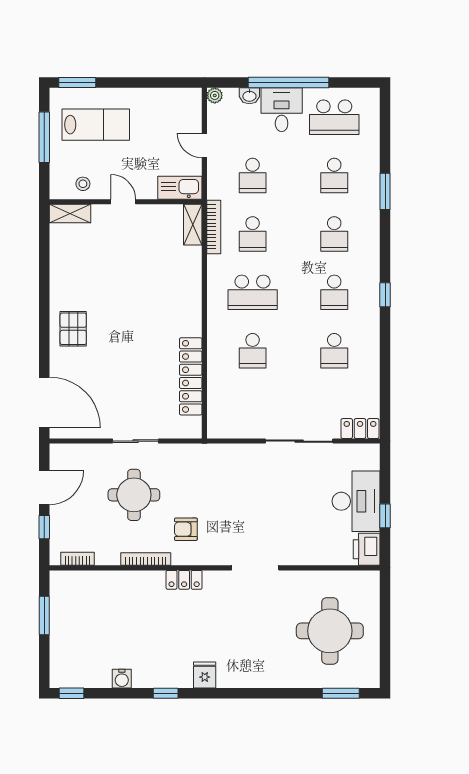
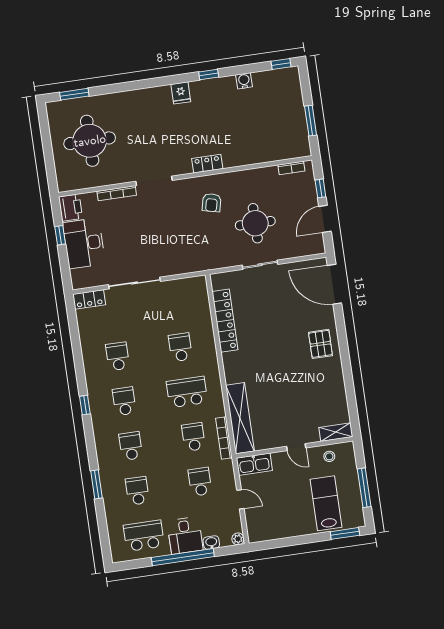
lab bench: (96, 125) -> (326, 503), turned 90
shelving: (193, 225) -> (240, 418), width x2.20, depth x1.33
armchair: (186, 529) -> (212, 203), turned 103
bookcase: (146, 559) -> (117, 193), moved

